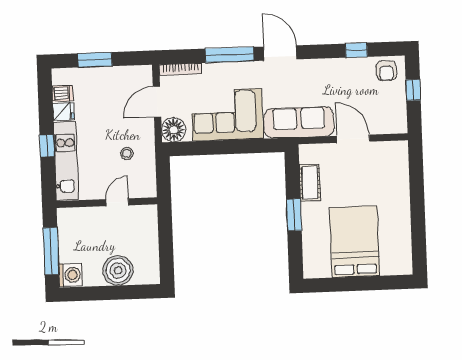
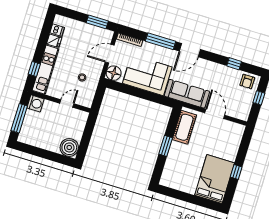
door: (280, 53) -> (190, 50), swing flipped
window: (95, 60) -> (97, 22), moved
window: (47, 146) -> (34, 69), moved
cot: (310, 183) -> (184, 127), width x1.37, depth x1.34
window: (418, 218) -> (236, 172), added
bed: (355, 242) -> (215, 179), moved
boiler: (118, 270) -> (69, 147), moved
washing machine: (70, 275) -> (36, 103), moved

